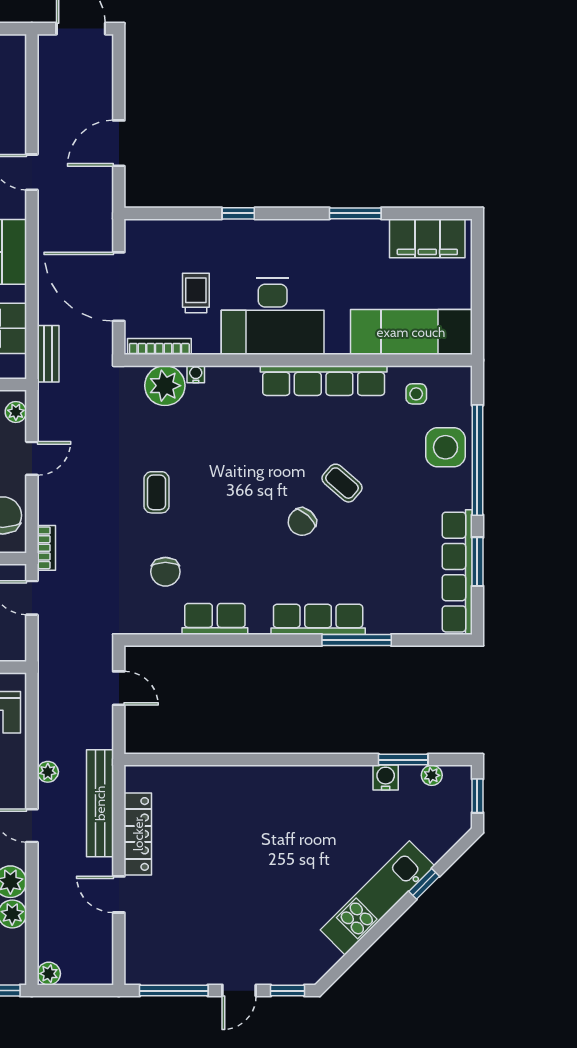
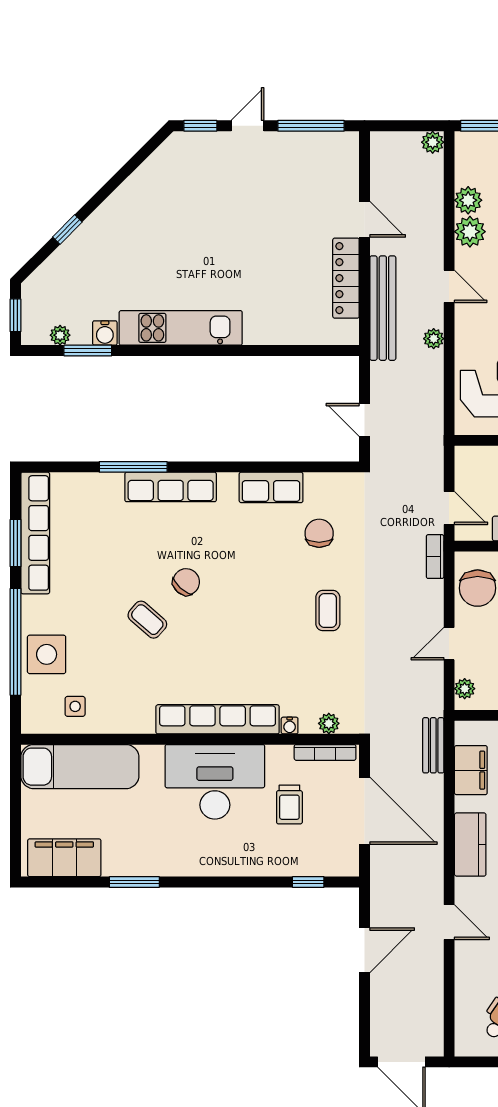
window: (238, 213) -> (308, 882), moved
row of seats: (324, 381) -> (218, 719), moved
plant: (165, 386) -> (329, 723), width x0.53, depth x0.53
kitchen unit: (377, 898) -> (181, 328), moved, turned -135

